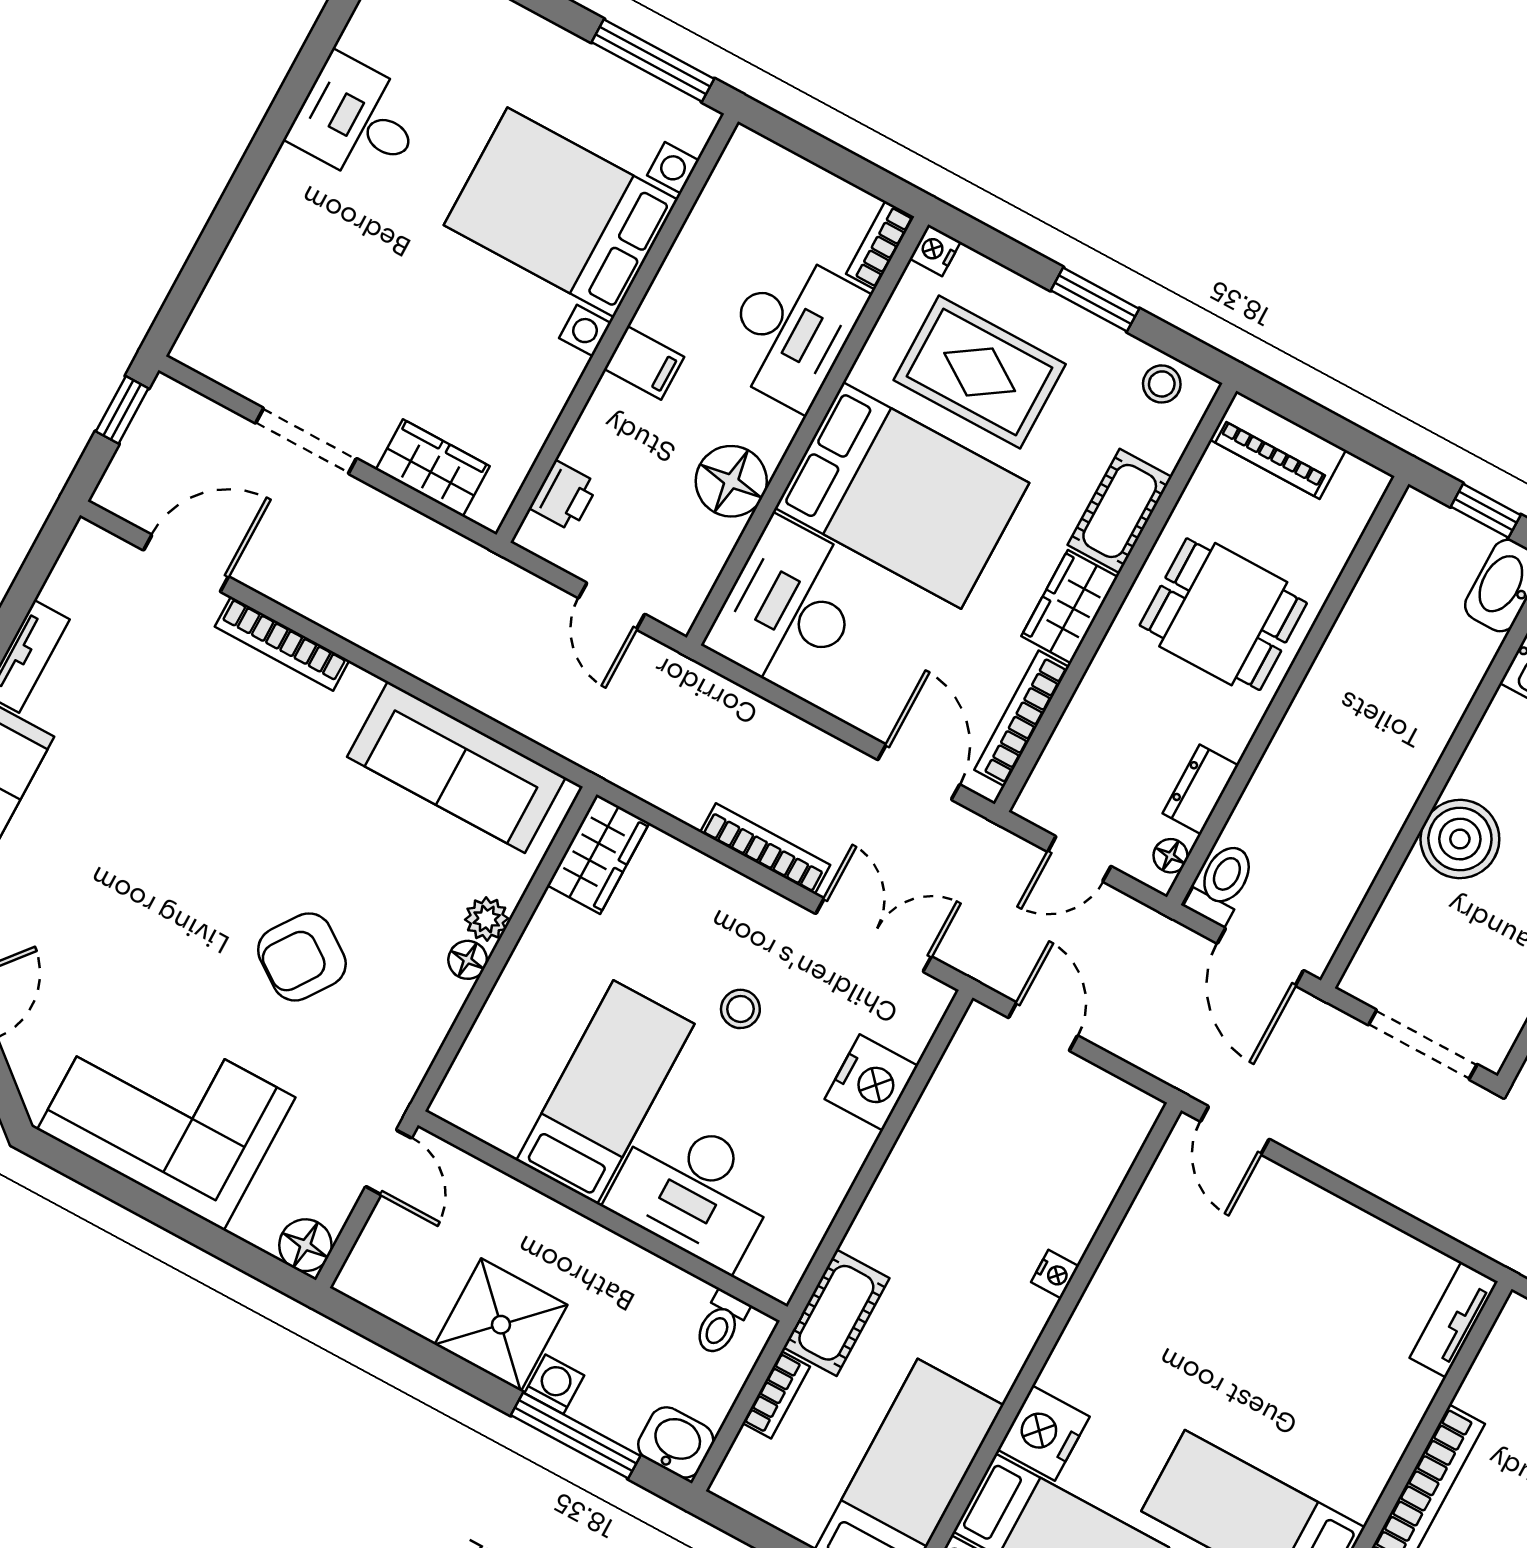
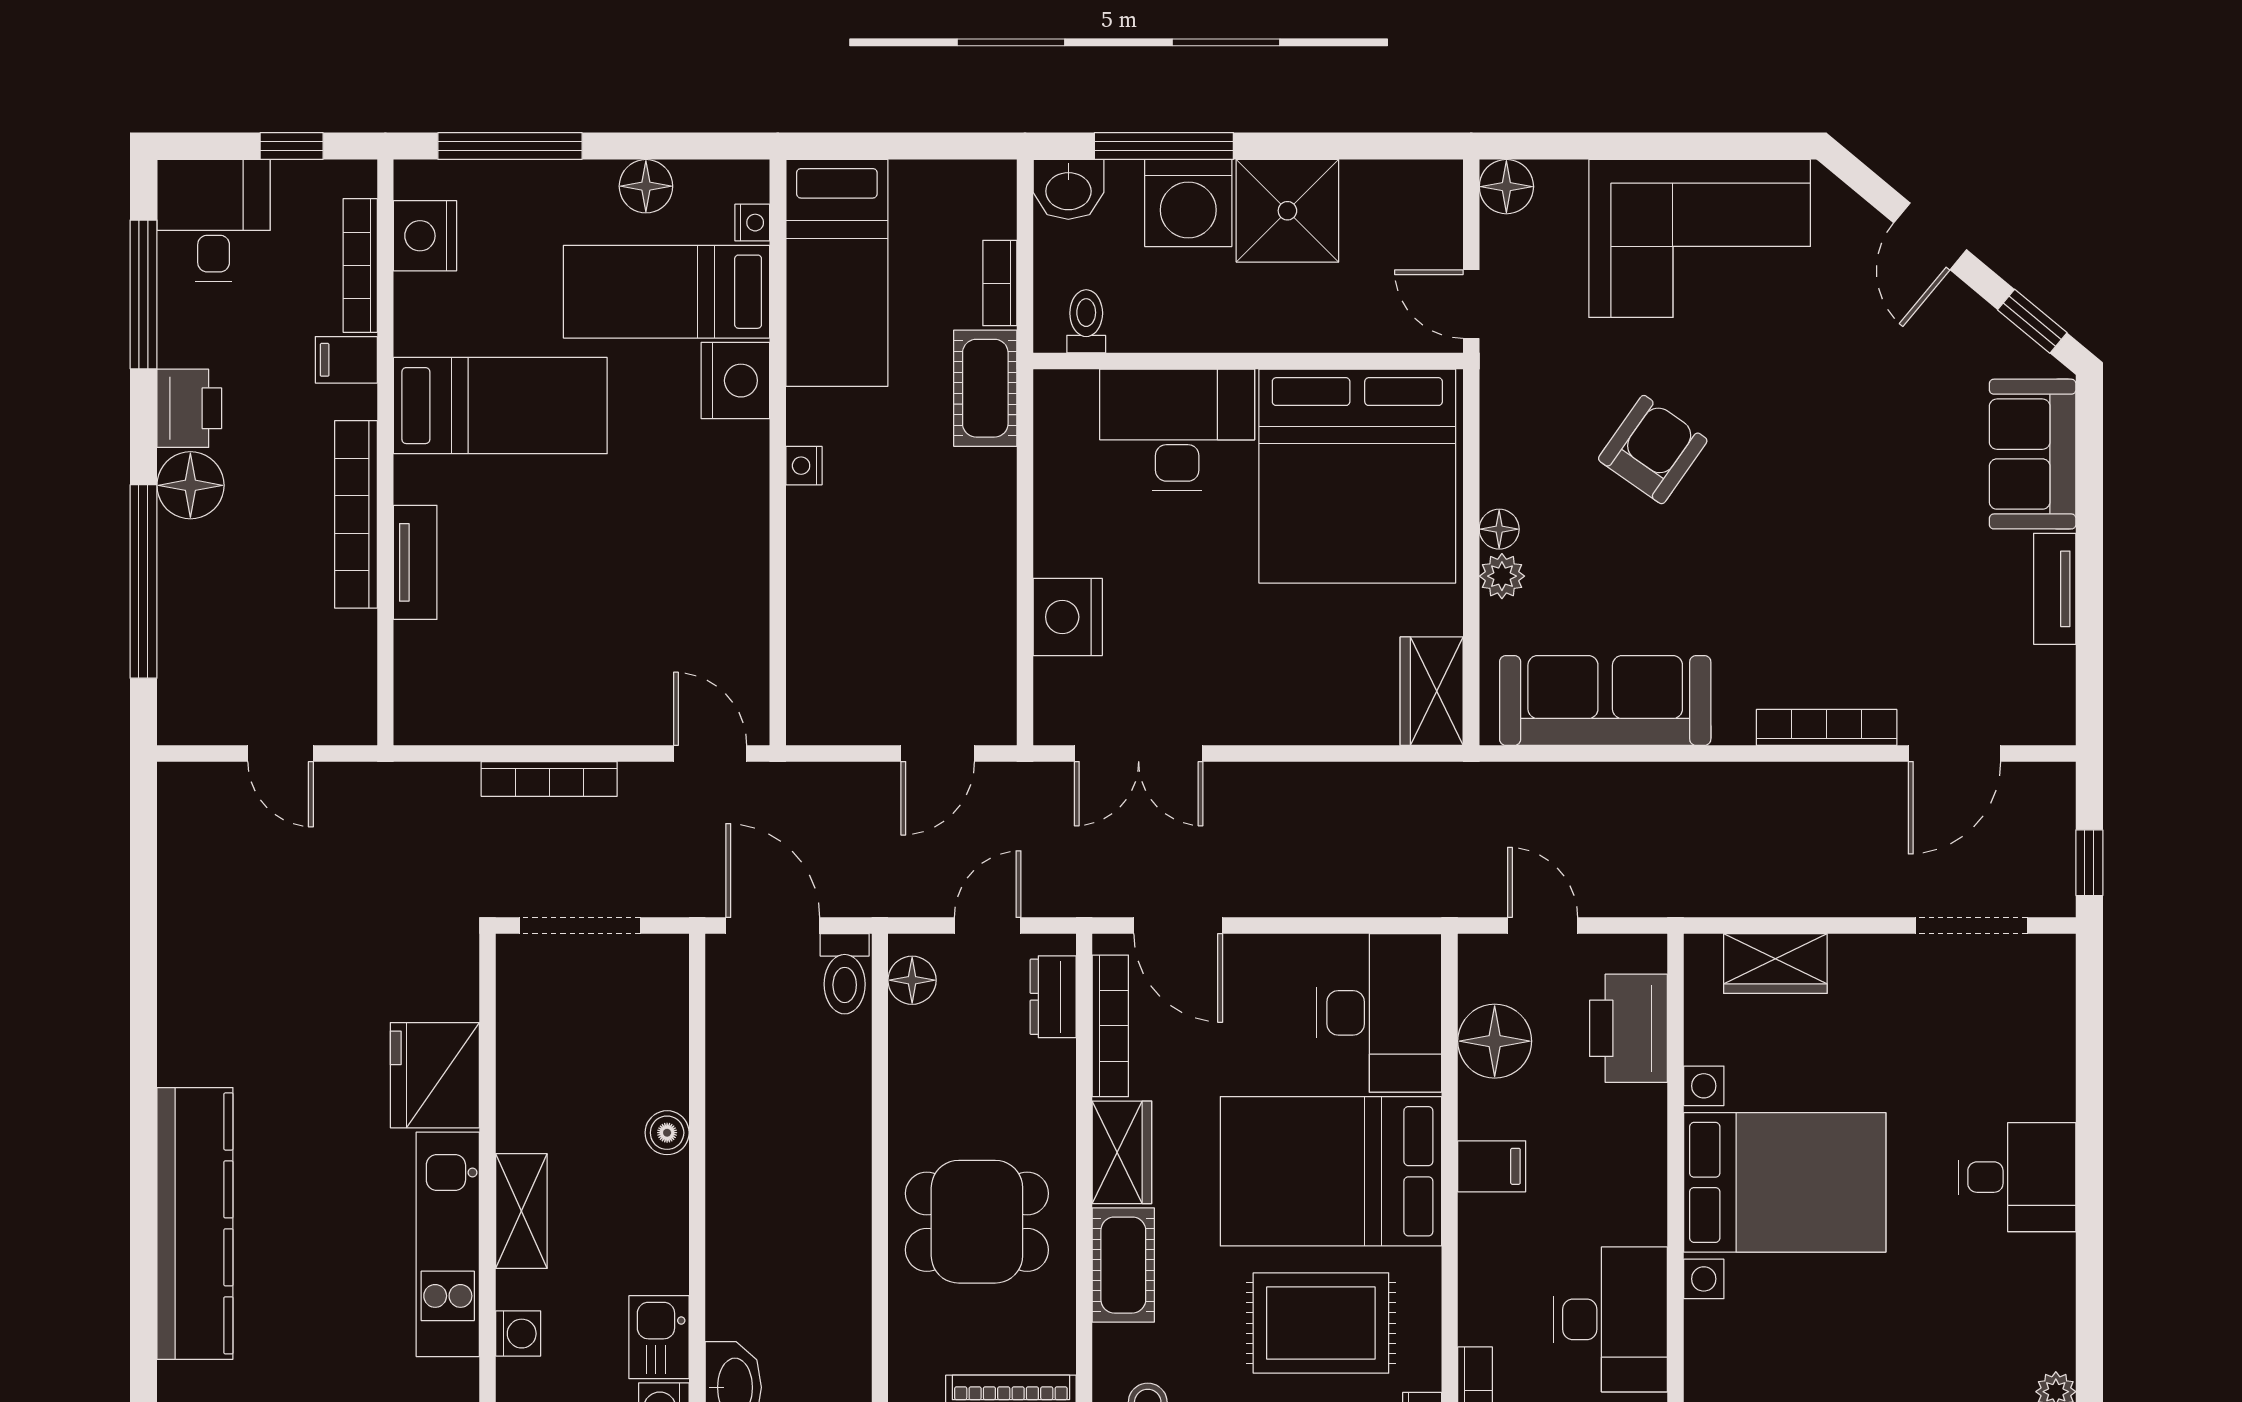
desk: (357, 121) -> (2017, 1177), moved
bed with nightstands: (561, 212) -> (1785, 1182), moved
desk: (791, 330) -> (1611, 1319), moved, turned 180
filing cabinet: (644, 363) -> (1492, 1166), moved, turned 180
doorway: (306, 441) -> (1972, 925), moved
floor lamp: (731, 481) -> (1495, 1041), moved
printer: (564, 496) -> (1628, 1028), width x1.87, depth x1.48
dresser: (1200, 789) -> (1053, 997), moved, turned 180
boiler: (1460, 839) -> (667, 1133), width x0.54, depth x0.54
bookcase: (765, 849) -> (549, 779), moved
floor lamp: (1171, 856) -> (912, 980), width x1.37, depth x1.37
stool: (740, 1009) -> (1224, 620), removed
door: (1043, 1027) -> (938, 753), hinge flipped
bed: (605, 1092) -> (1357, 476), width x2.04
nightstand: (1055, 1274) -> (804, 466), moved
tv unit: (1454, 1320) -> (415, 562), moved
washing machine: (554, 1384) -> (1188, 203), width x1.89, depth x1.89

